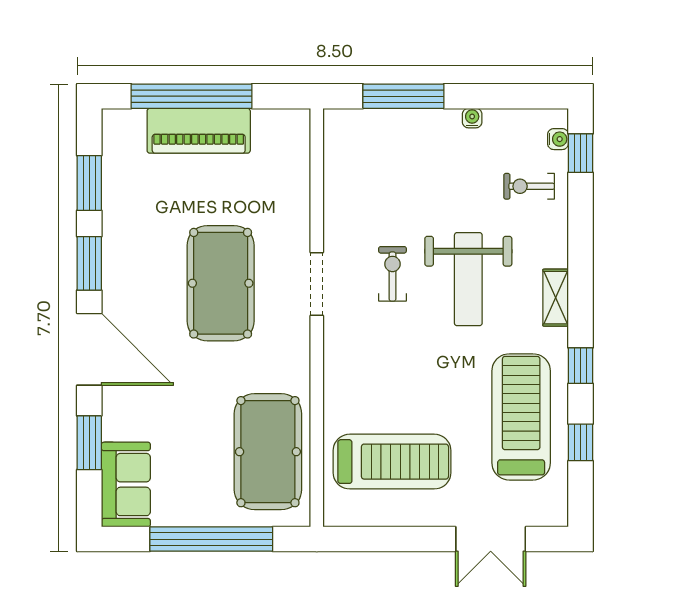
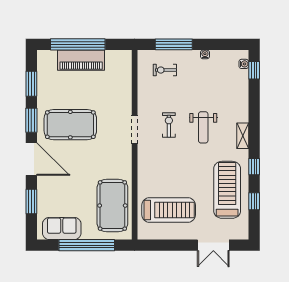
exercise bike: (529, 186) -> (165, 70), moved
weight bench: (468, 279) -> (203, 127), width x0.73, depth x0.75
pool table: (221, 283) -> (70, 125), moved, turned 90
sofa: (126, 485) -> (62, 228), moved, turned -90

